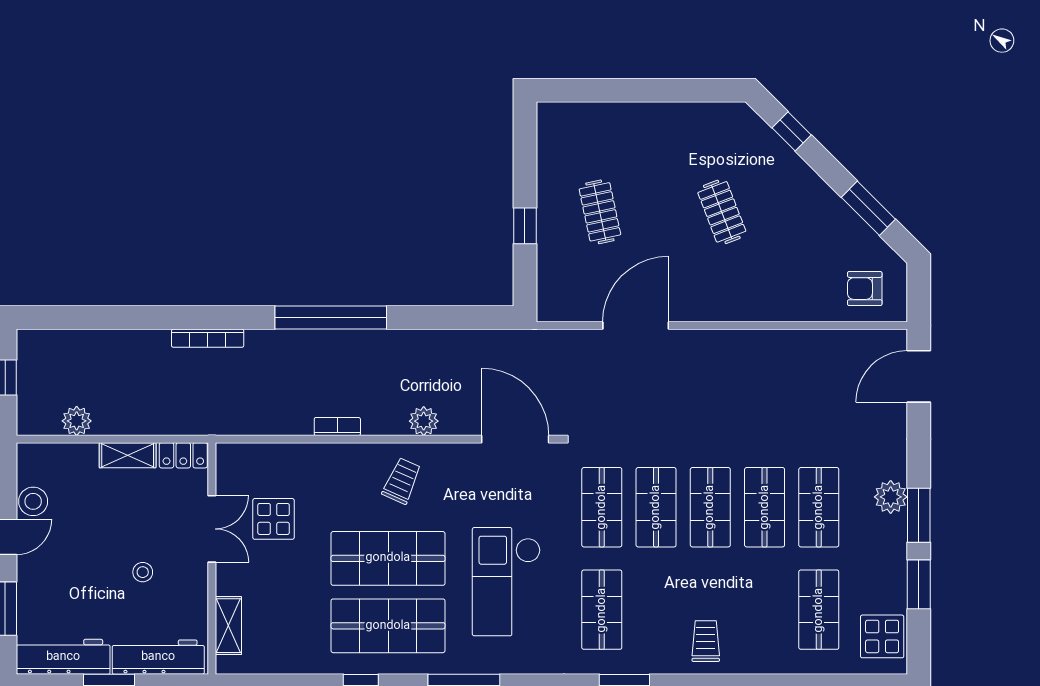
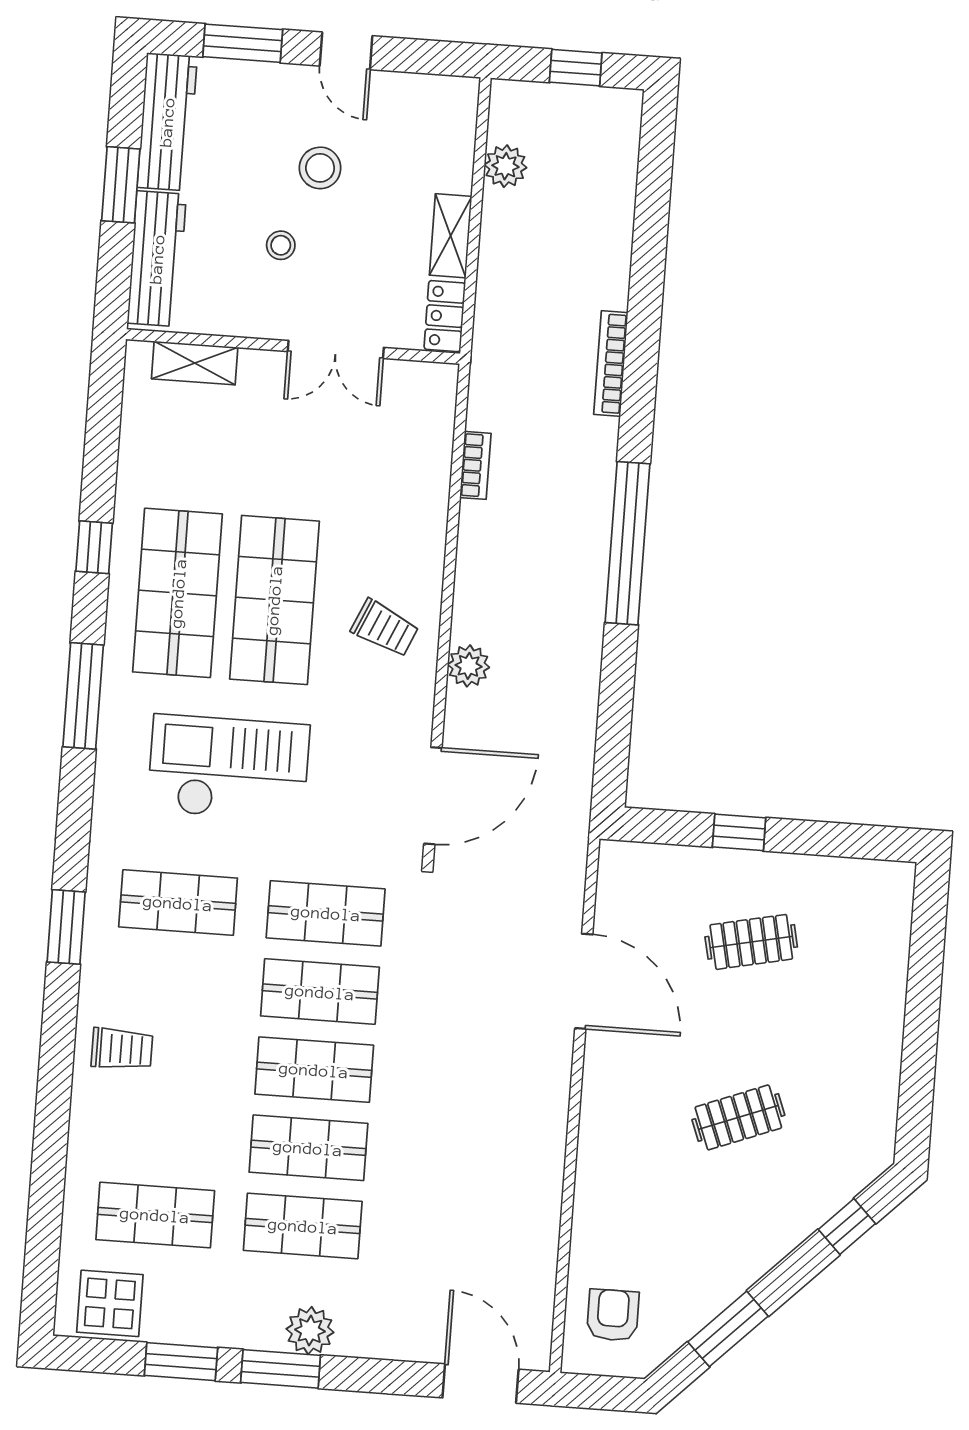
bookcase: (337, 427) -> (475, 465), moved
stool: (33, 501) -> (320, 168), moved
display table: (274, 519) -> (344, 439), removed

